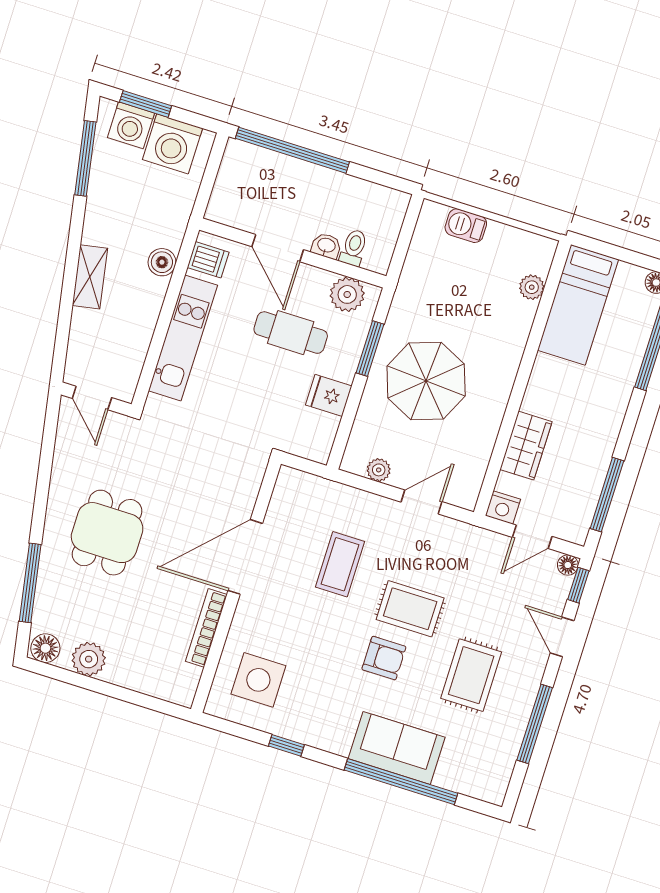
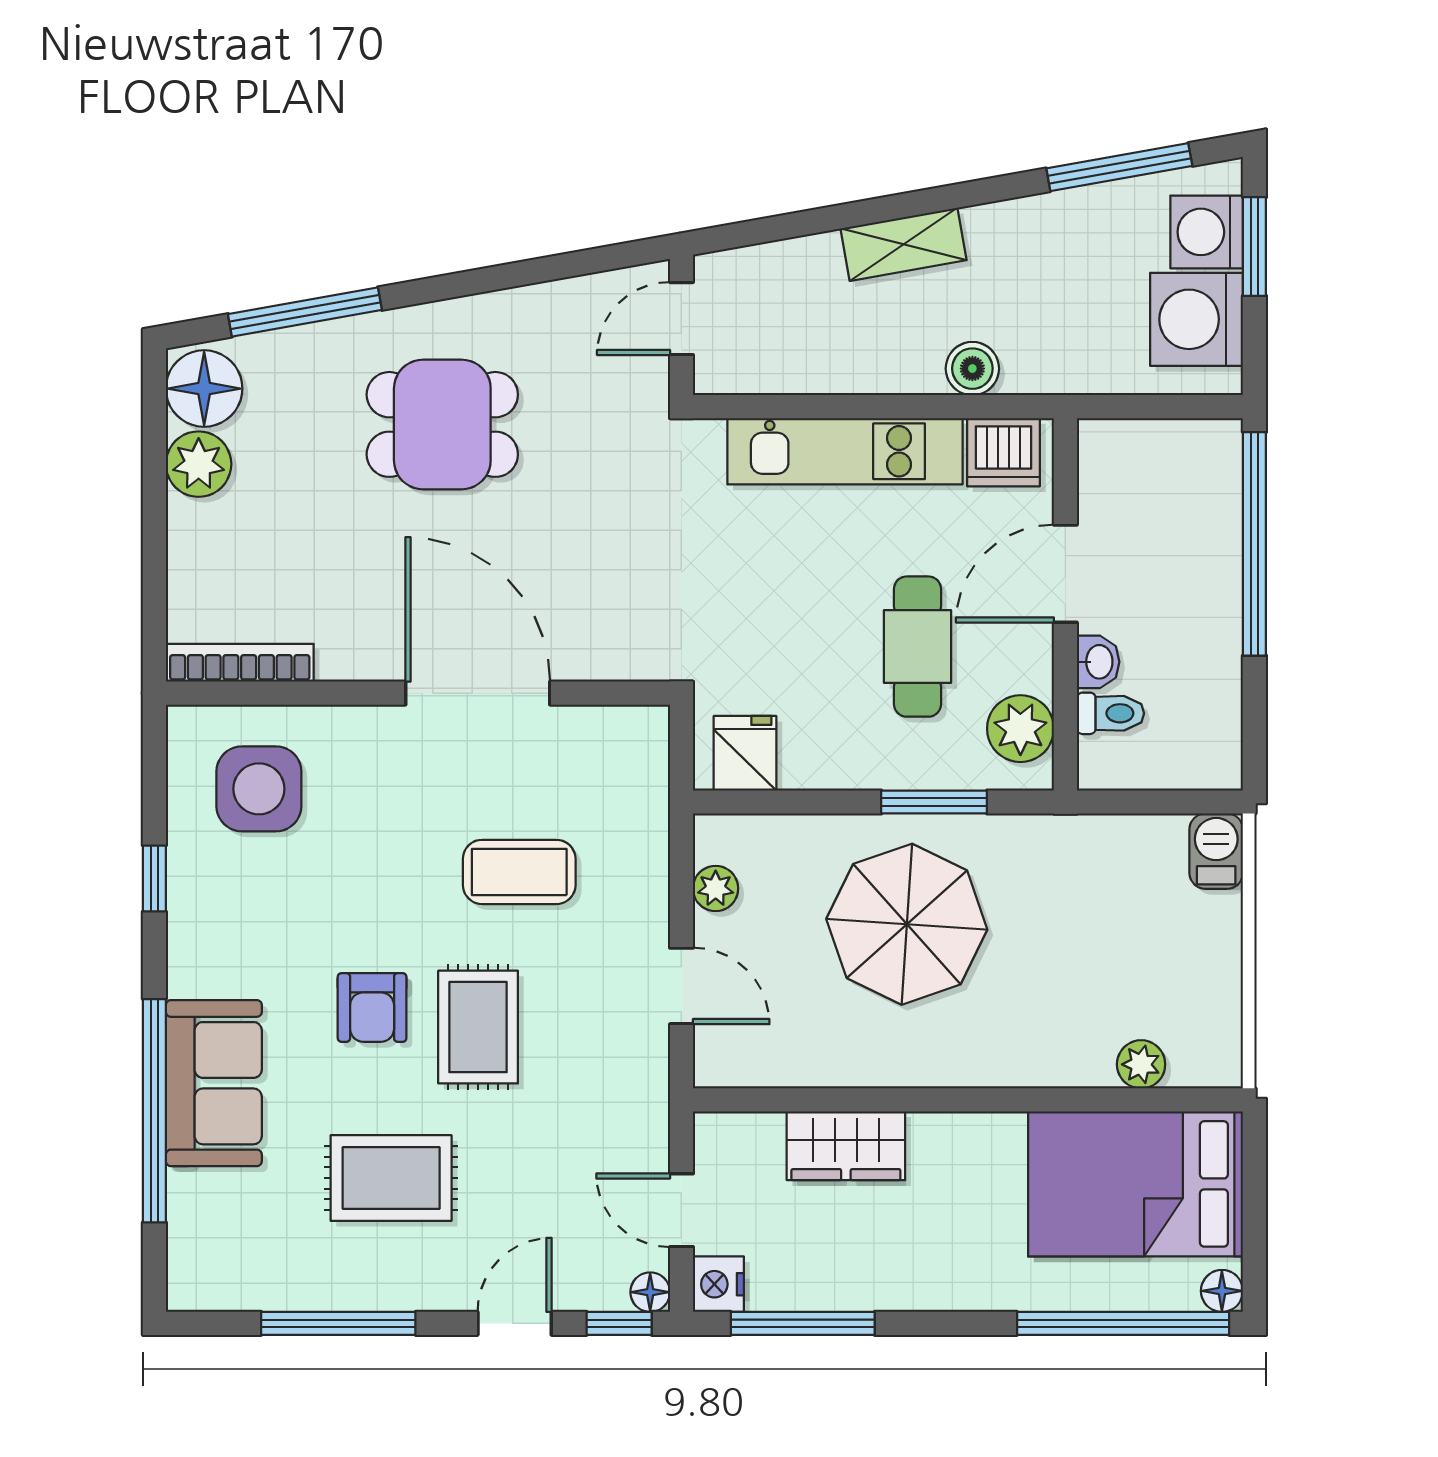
barbecue: (466, 226) -> (1216, 851), moved
dishwasher: (208, 260) -> (1004, 452), width x1.38
bed: (578, 305) -> (1136, 1184), width x1.50
fridge: (329, 395) -> (745, 753), moved
nightstand: (503, 508) -> (718, 1284), moved
bookcase: (206, 628) -> (240, 663), moved
floor lamp: (45, 648) -> (204, 389), width x1.38, depth x1.38

